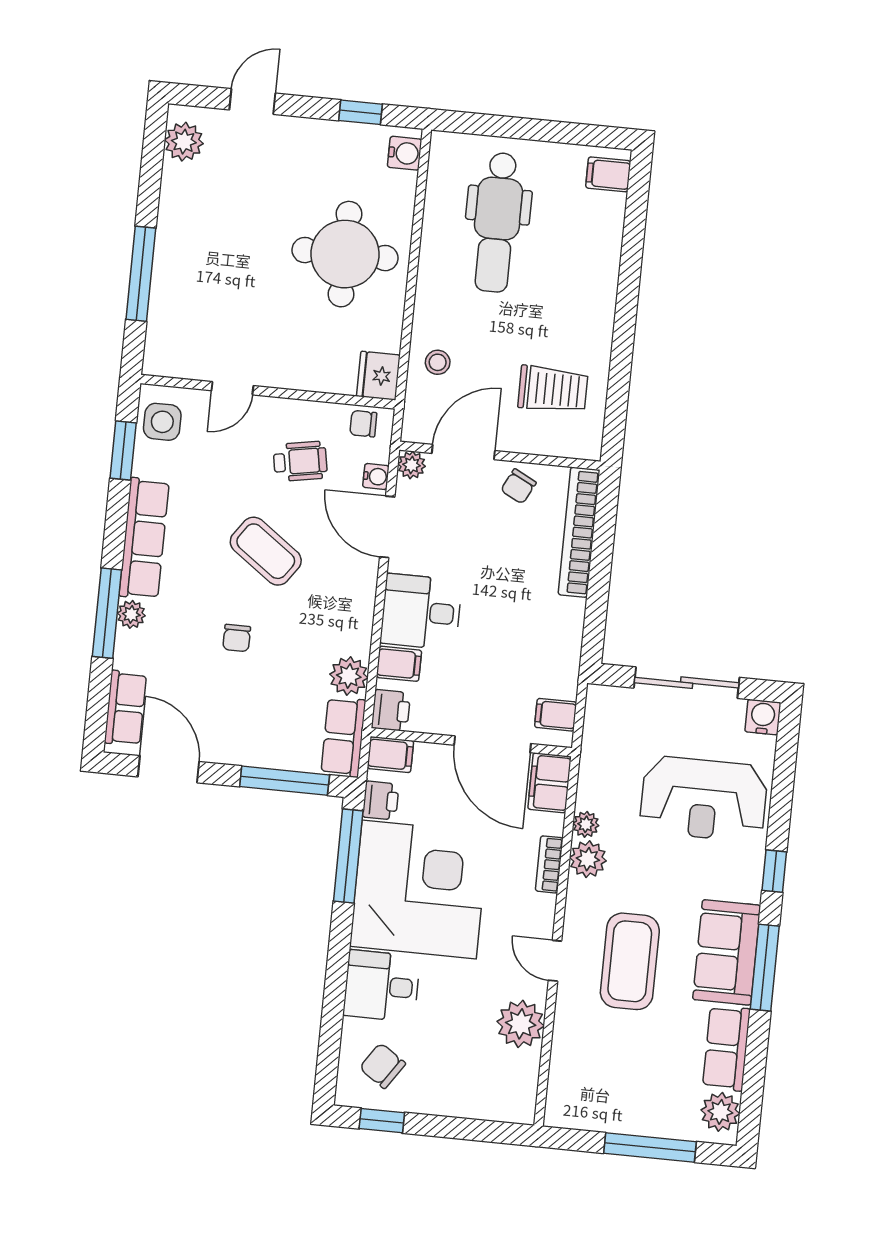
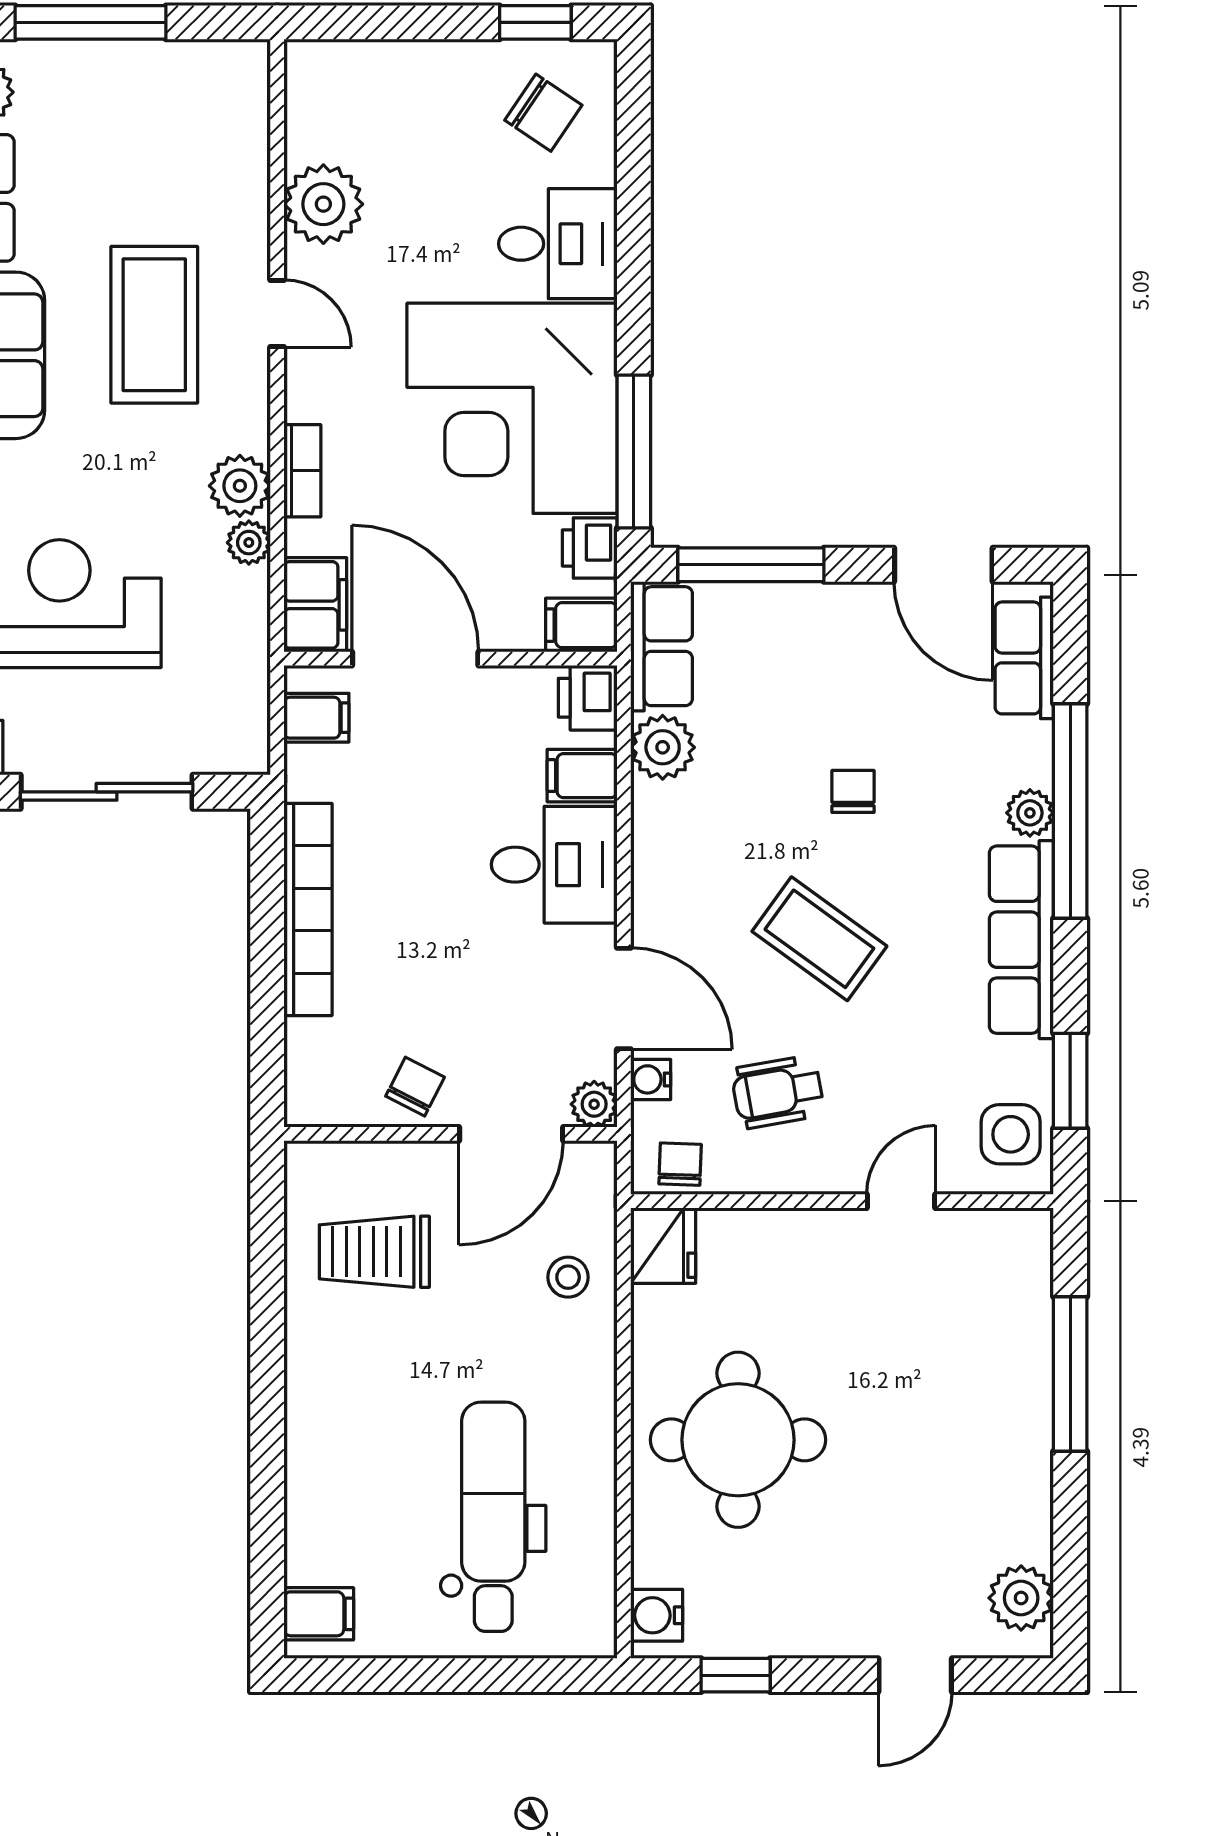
chair: (363, 424) -> (680, 1164), turned -88
bookcase: (579, 532) -> (308, 910), moved
window: (107, 613) -> (1070, 811), width x1.46

